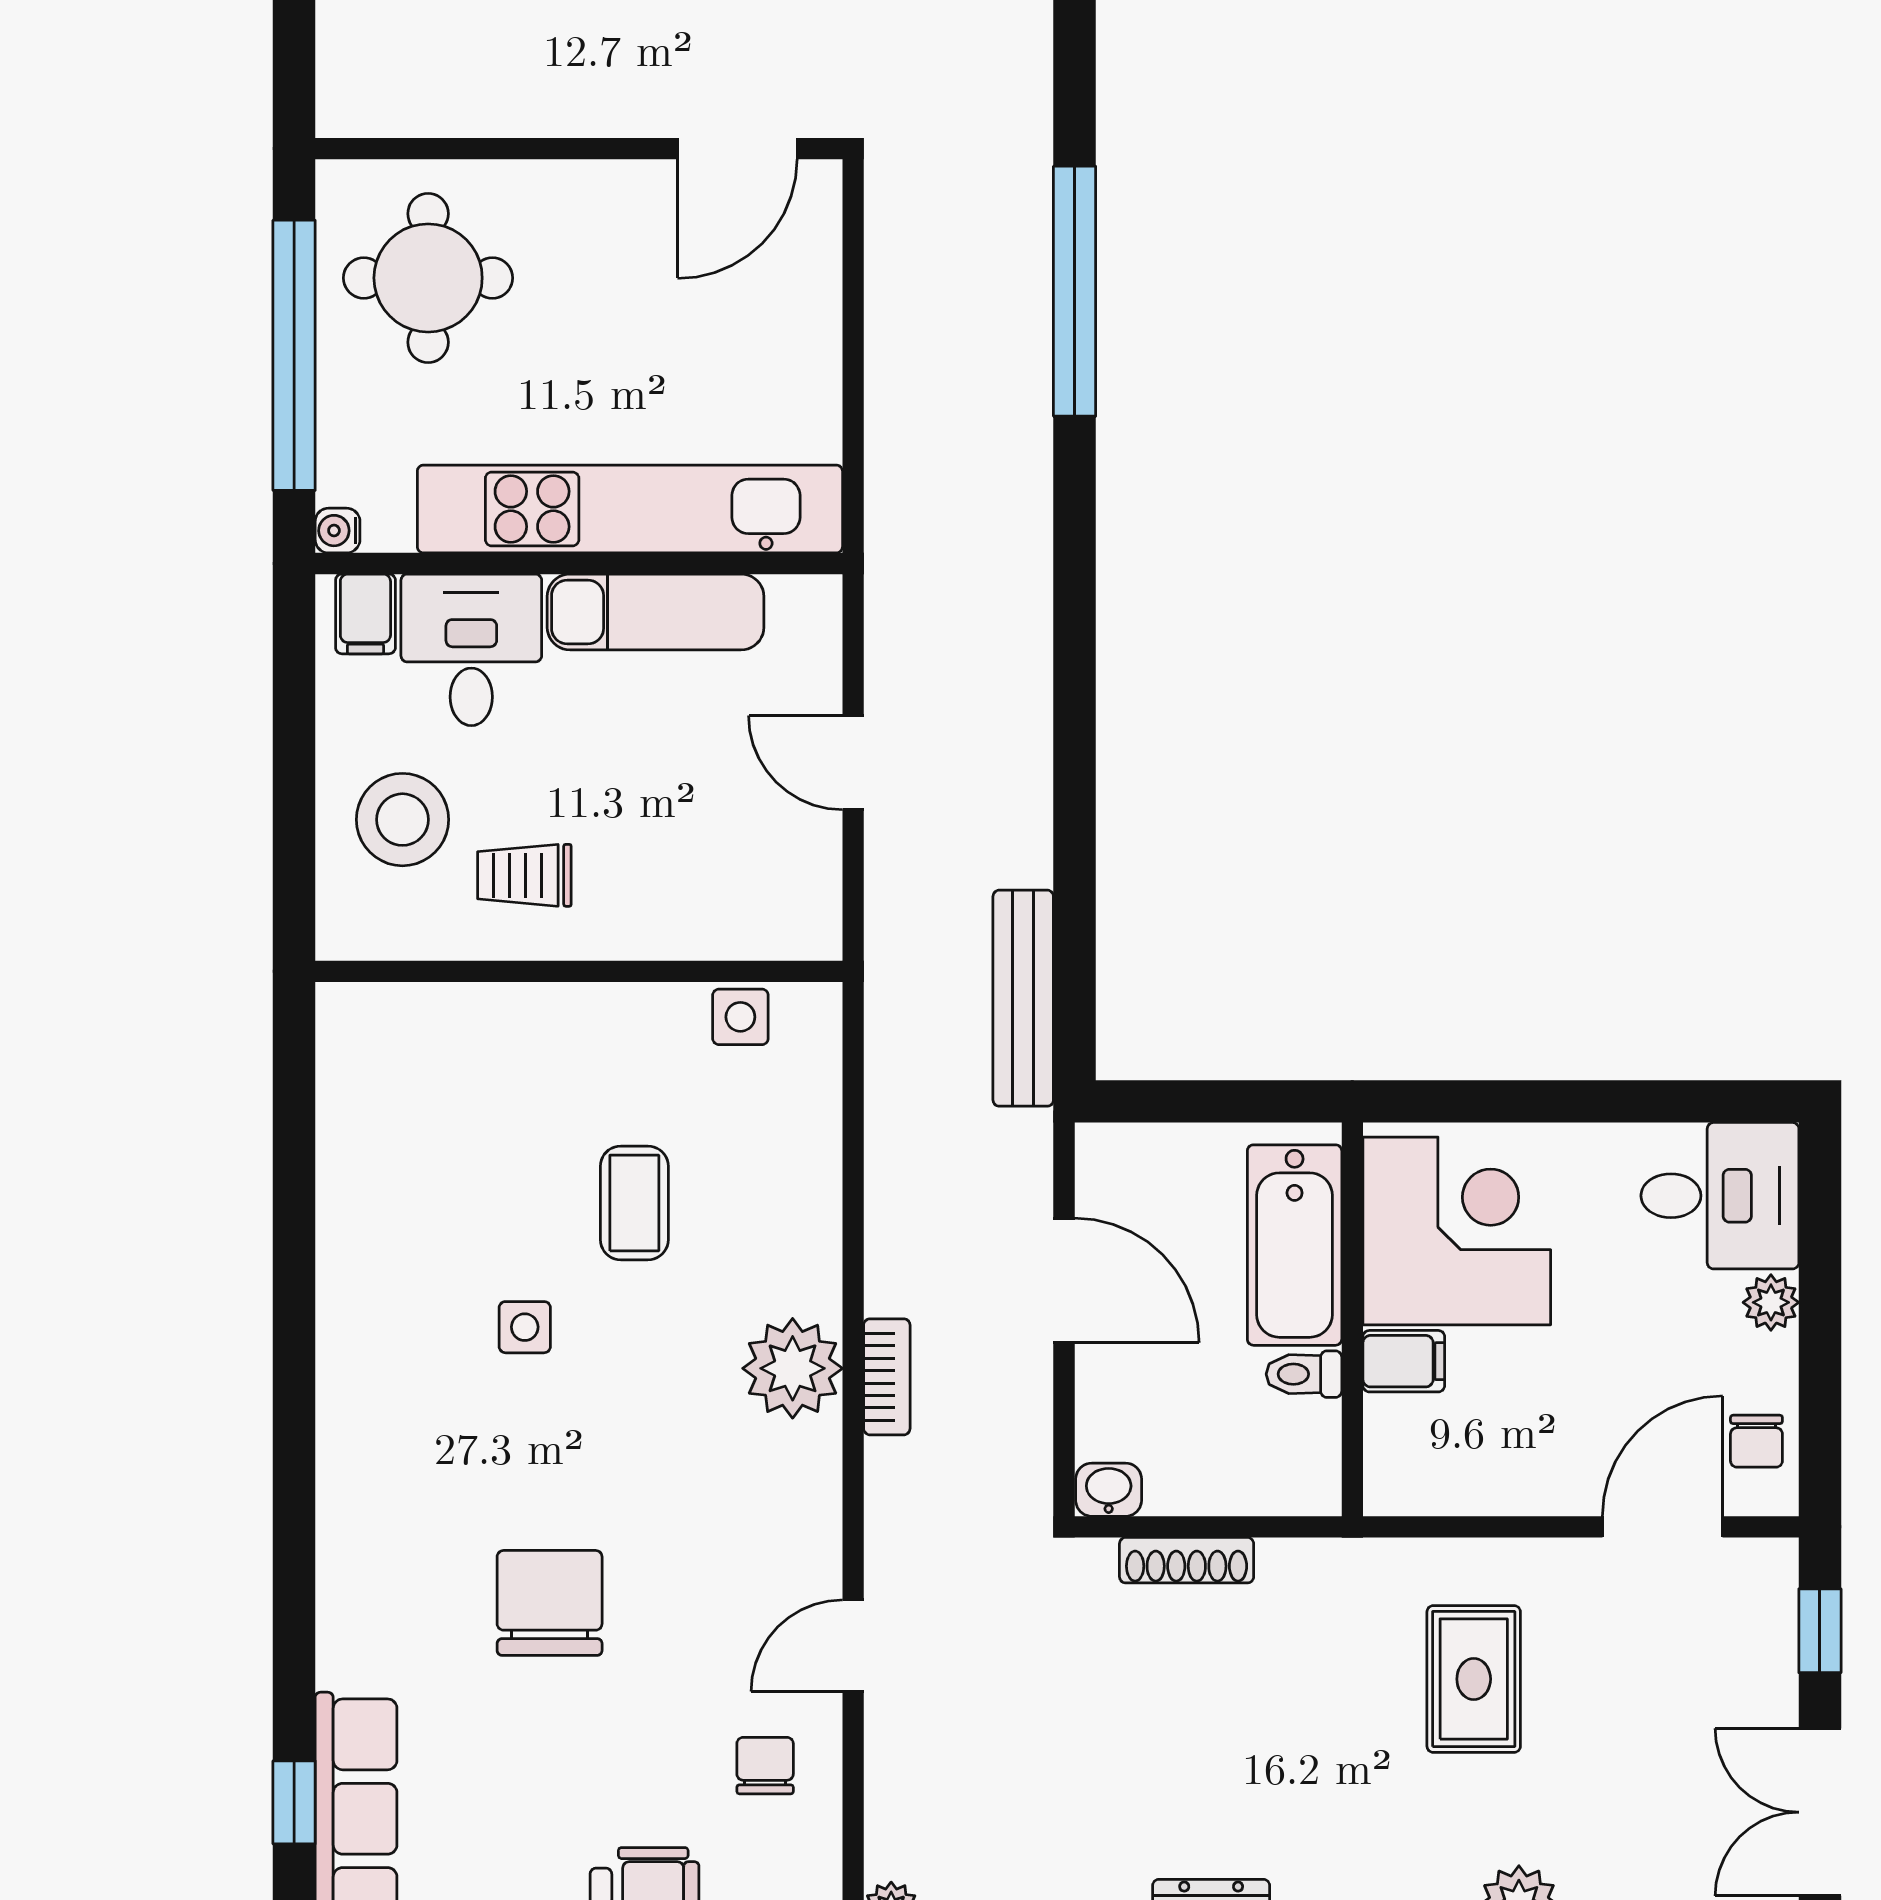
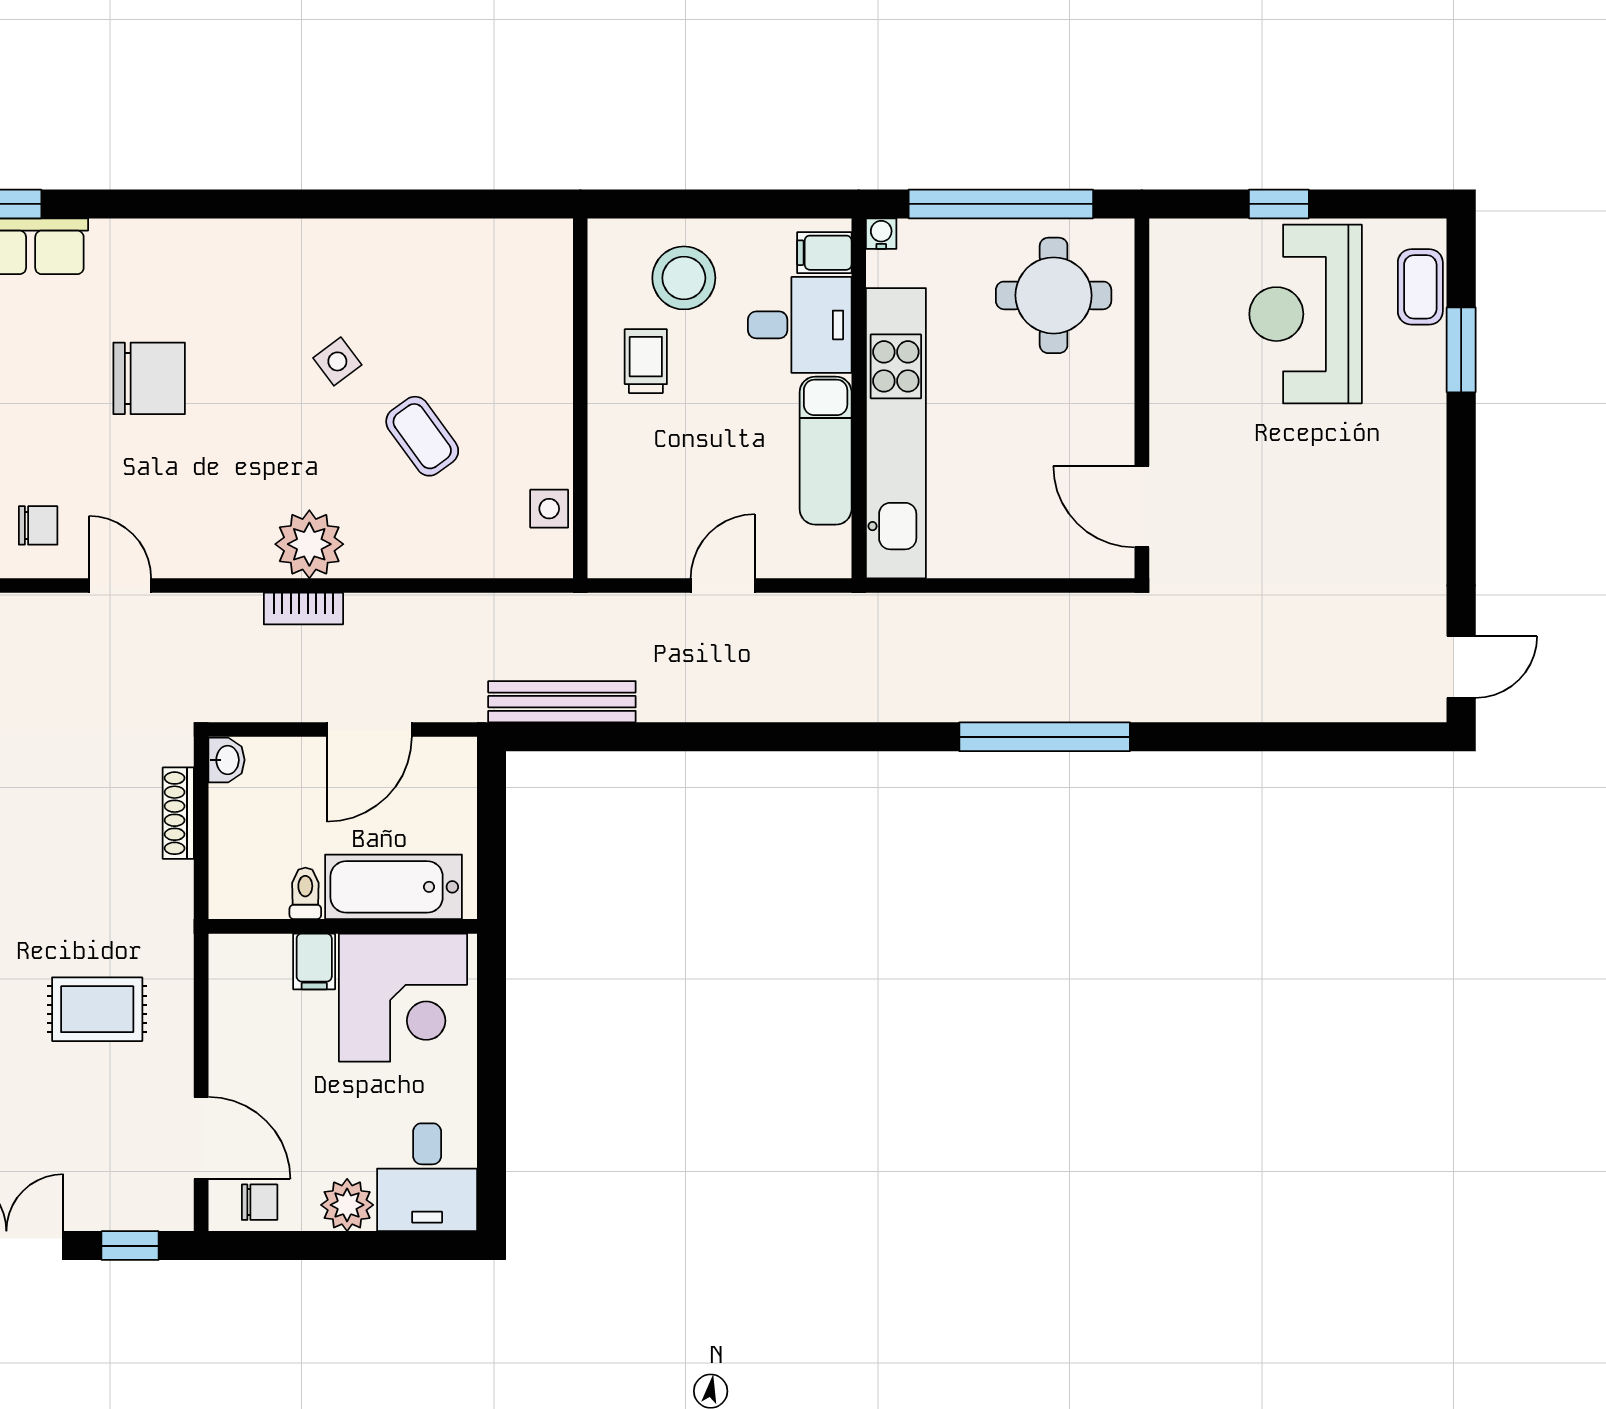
coffee table: (634, 1203) -> (422, 436), turned 54
plant: (1771, 1302) -> (347, 1205), width x1.38, depth x1.38
side table: (525, 1327) -> (337, 361), turned -37
chair: (1756, 1441) -> (260, 1202), turned 180

